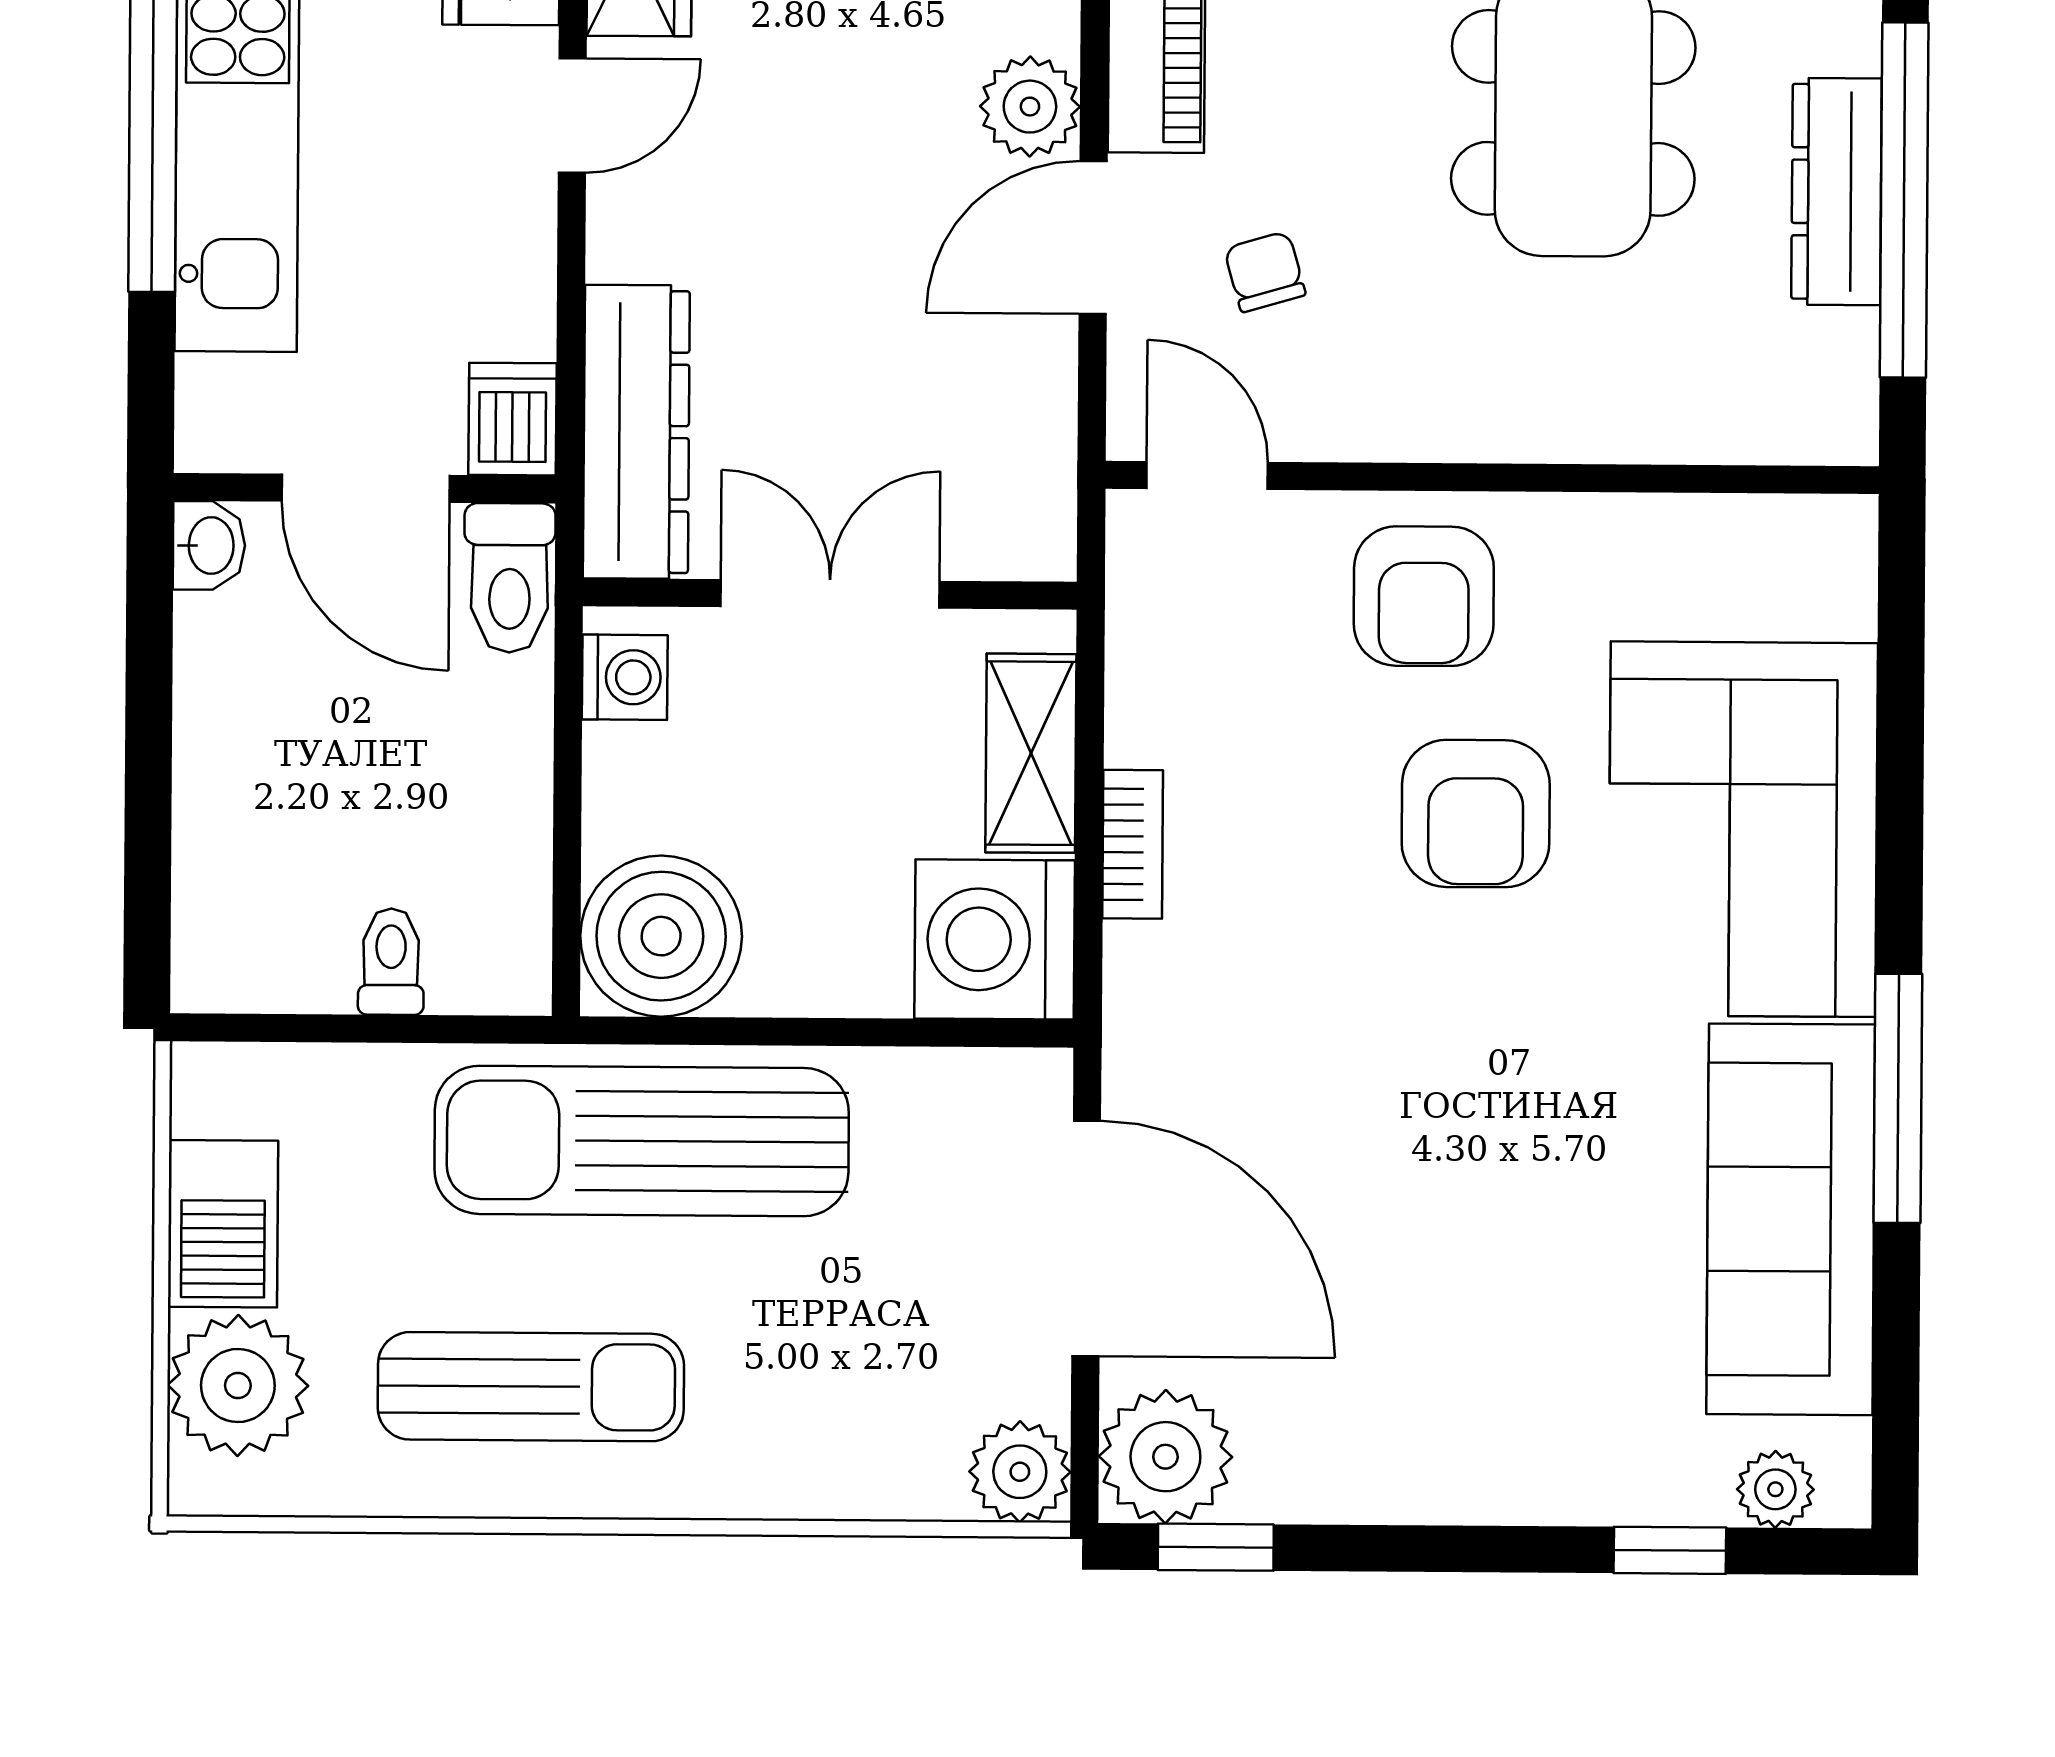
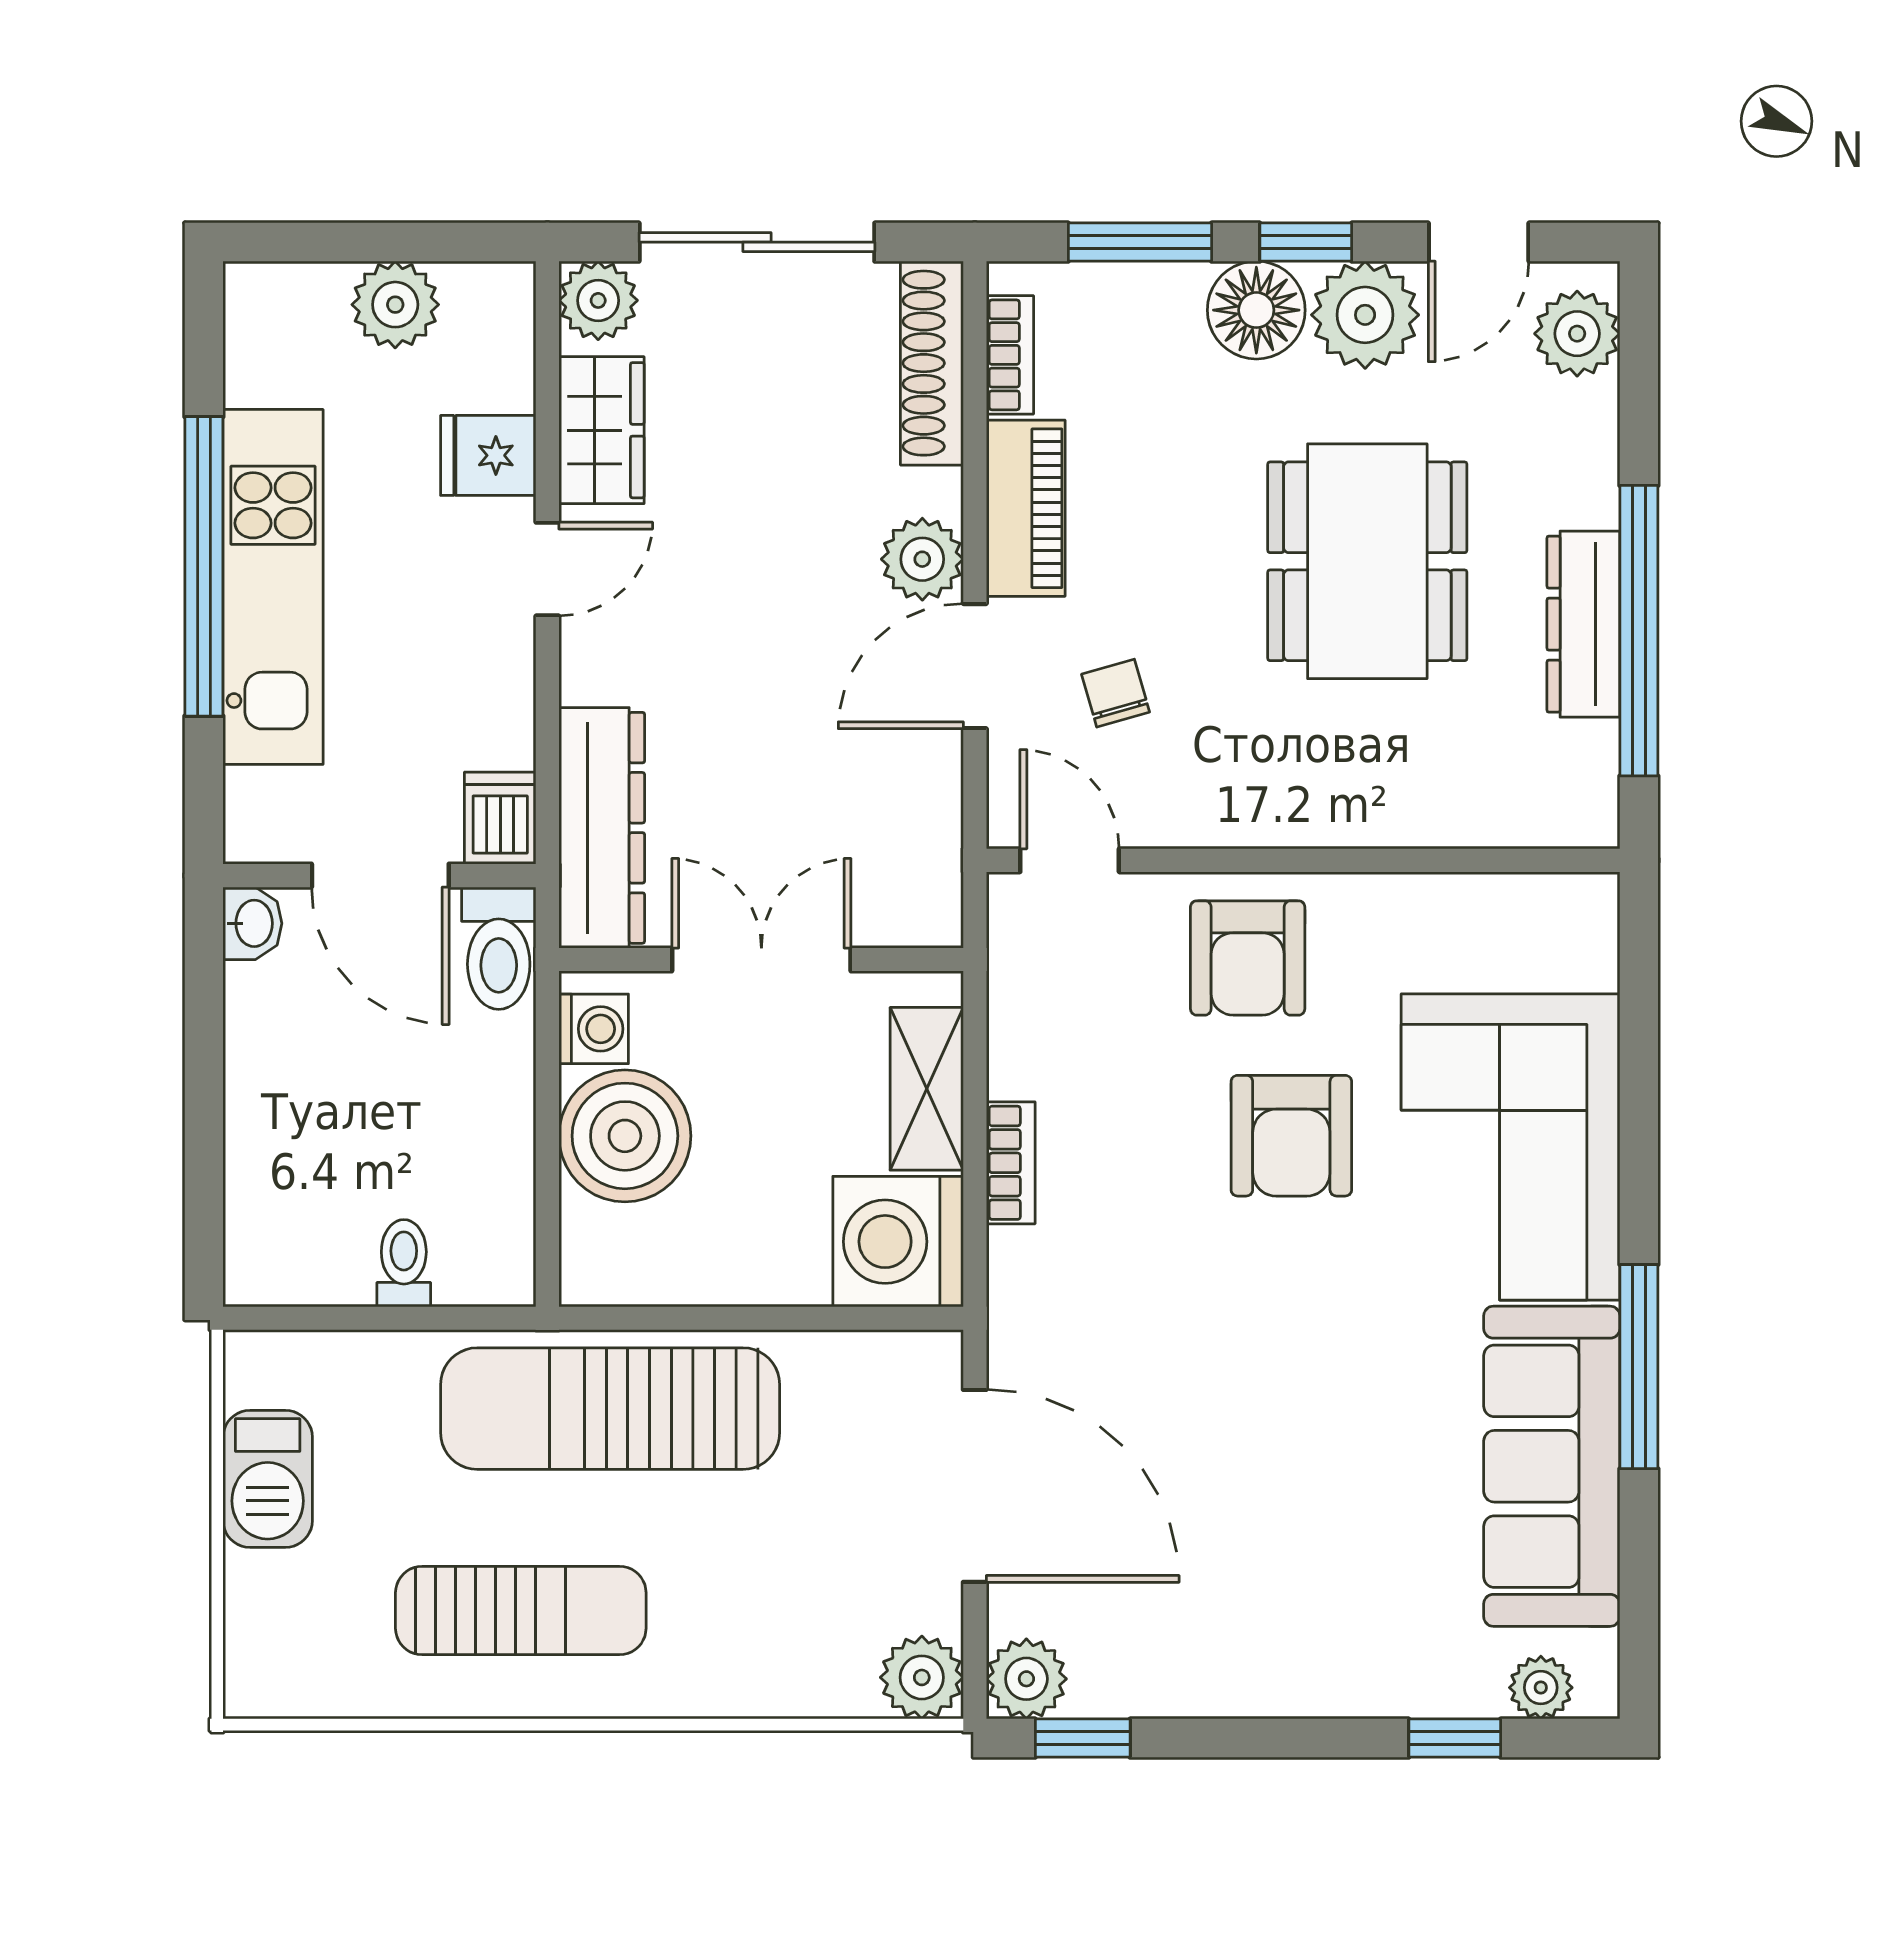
boiler: (661, 936) -> (625, 1136), moved
plant: (238, 1385) -> (281, 1611), removed
plant: (1165, 1457) -> (1026, 1679), width x0.73, depth x0.73

